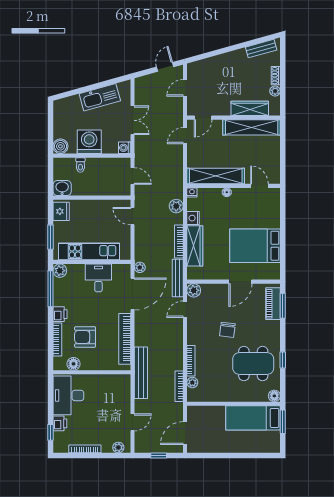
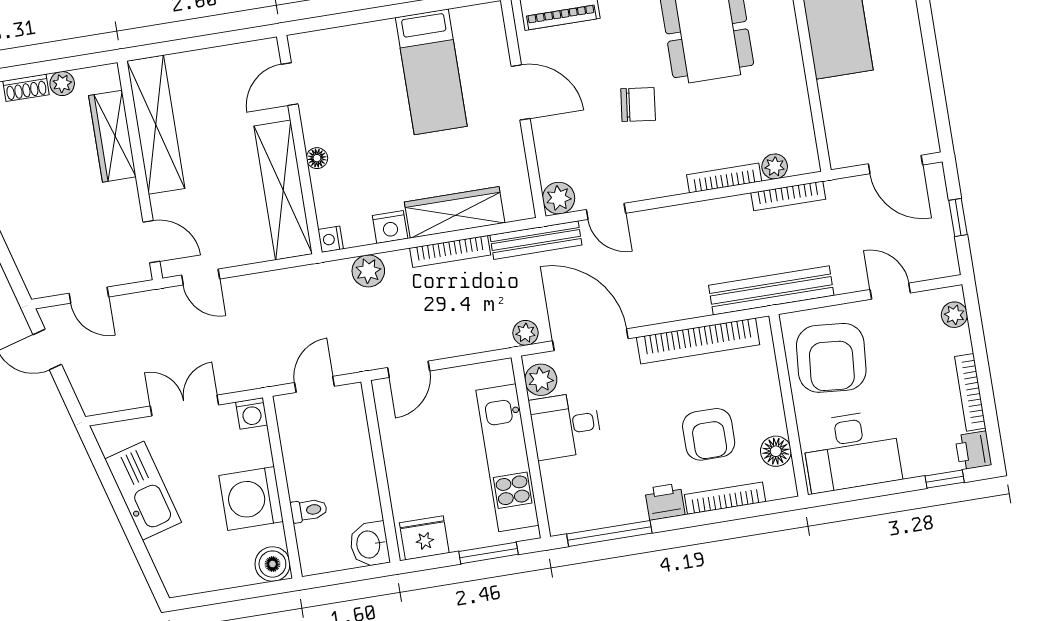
bed: (255, 246) -> (431, 72), width x0.67
plant: (60, 271) -> (541, 380), moved
armchair: (109, 393) -> (831, 358), added
printer: (60, 423) -> (973, 450), moved, turned -90

